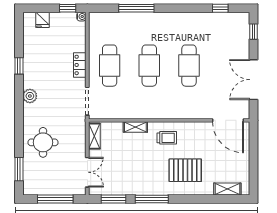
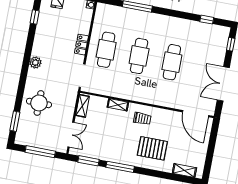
window: (19, 66) -> (35, 17), moved

